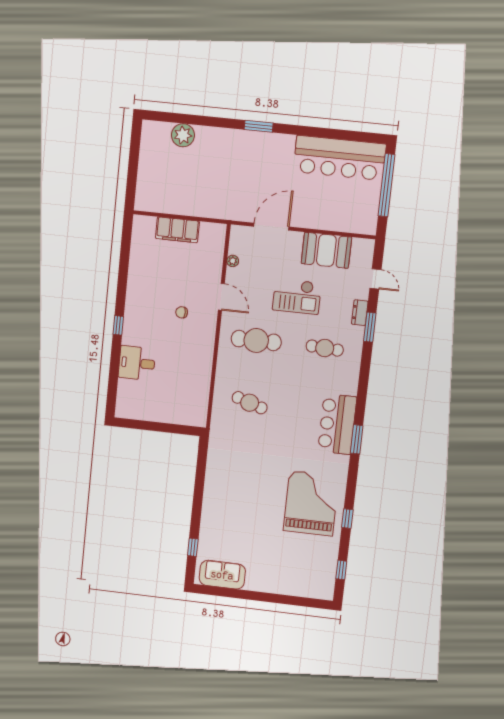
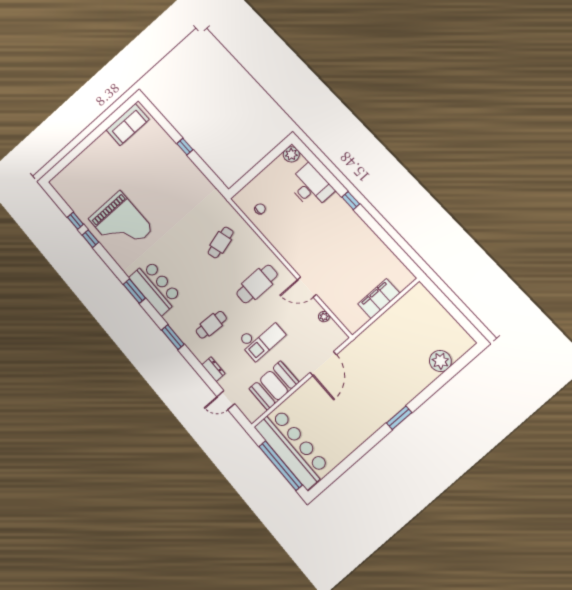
bar counter: (340, 158) -> (293, 448), moved, turned 90
checkout: (297, 296) -> (262, 338), turned 180
chair: (182, 312) -> (260, 209), moved
window: (370, 327) -> (173, 337), moved
desk: (137, 363) -> (310, 187), width x1.37
cafe table: (250, 403) -> (221, 242), turned -33
plant: (124, 410) -> (291, 154), added
window: (193, 547) -> (185, 147), moved
window: (341, 570) -> (75, 221), moved

